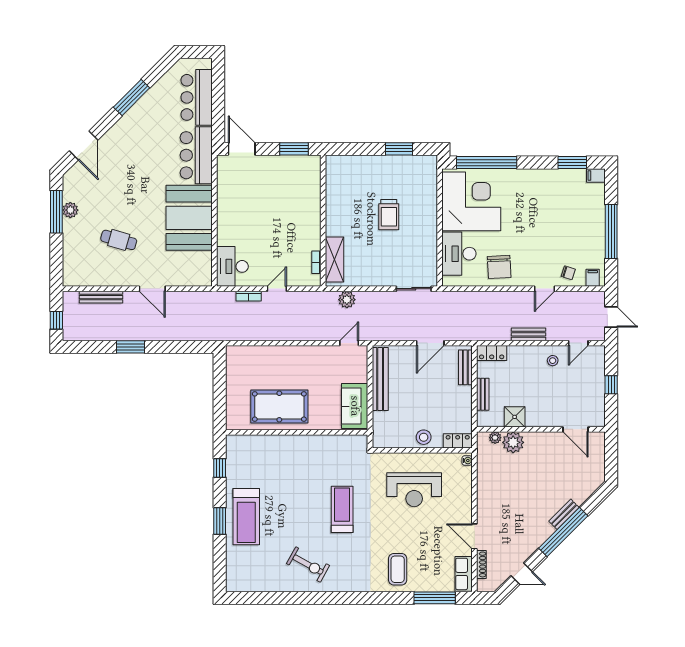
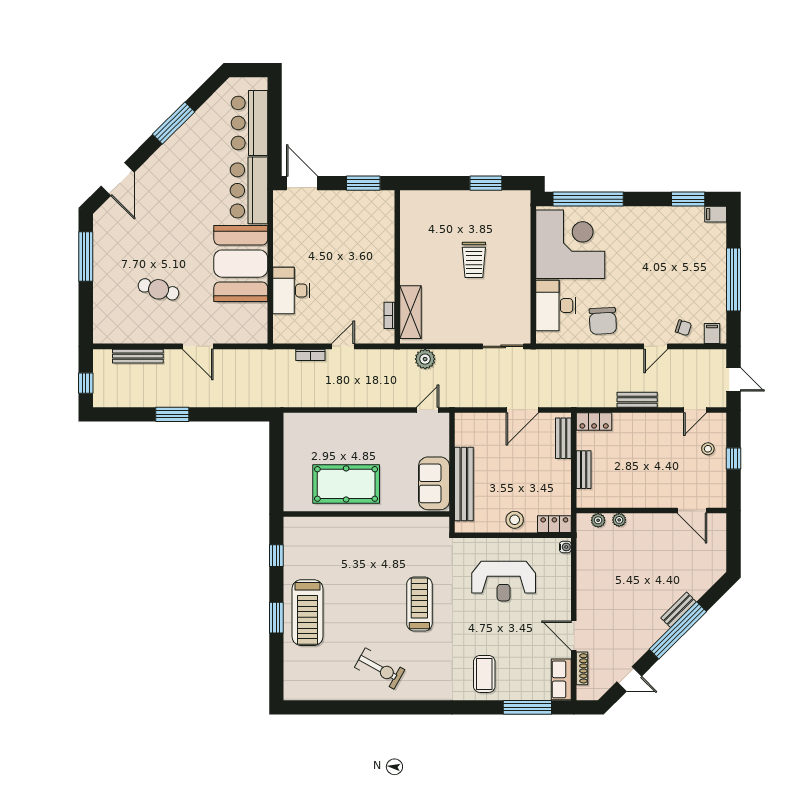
plant: (70, 210) -> (102, 255), removed
desk: (232, 266) -> (291, 291), moved
stool: (553, 361) -> (708, 449), moved
bench: (380, 379) -> (464, 484), moved
shower: (515, 417) -> (621, 496), removed
plant: (513, 442) -> (619, 520), width x0.53, depth x0.53

